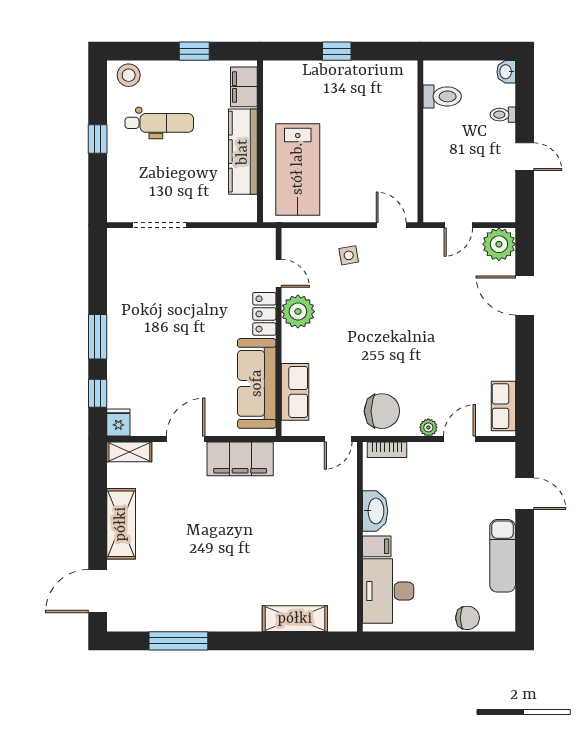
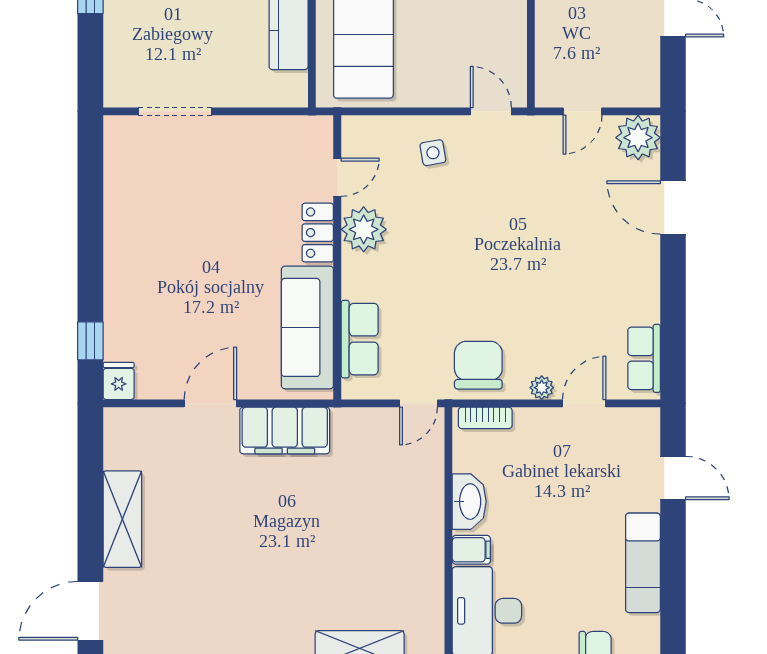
door: (279, 273) -> (337, 177), hinge flipped
window: (98, 337) -> (90, 264), removed
chair: (382, 411) -> (478, 365), turned -90
shelving: (129, 452) -> (134, 421), removed

